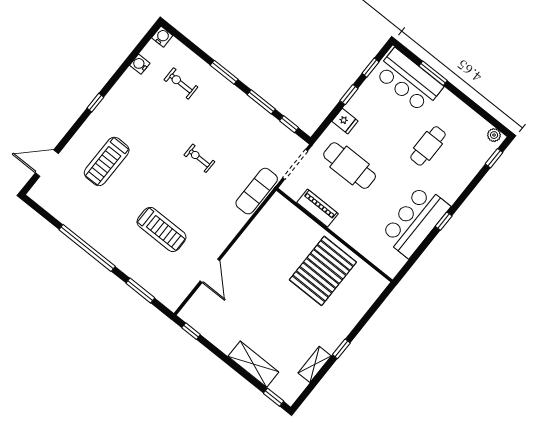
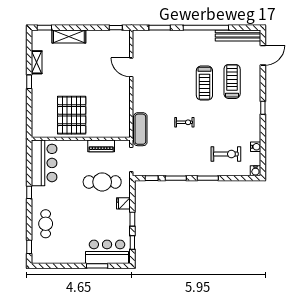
exercise bike: (181, 83) -> (226, 154), width x1.38, depth x1.39
plant: (494, 135) -> (39, 259), removed
cafe table: (428, 146) -> (46, 224), moved
bench: (57, 209) -> (238, 35), added
bar counter: (415, 221) -> (44, 163), moved
treadmill: (161, 229) -> (204, 83), moved, turned -90

